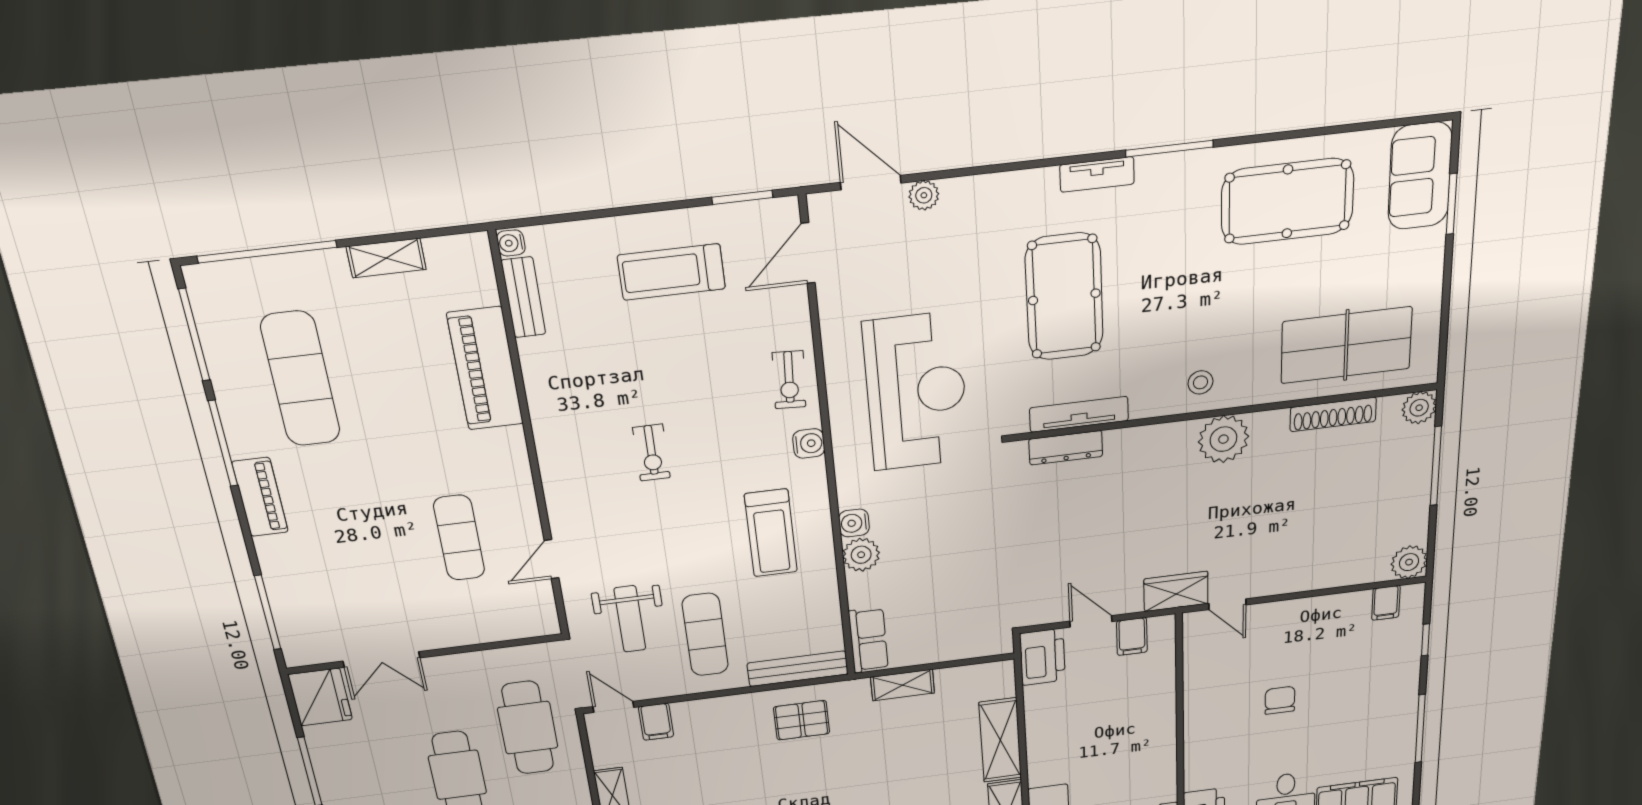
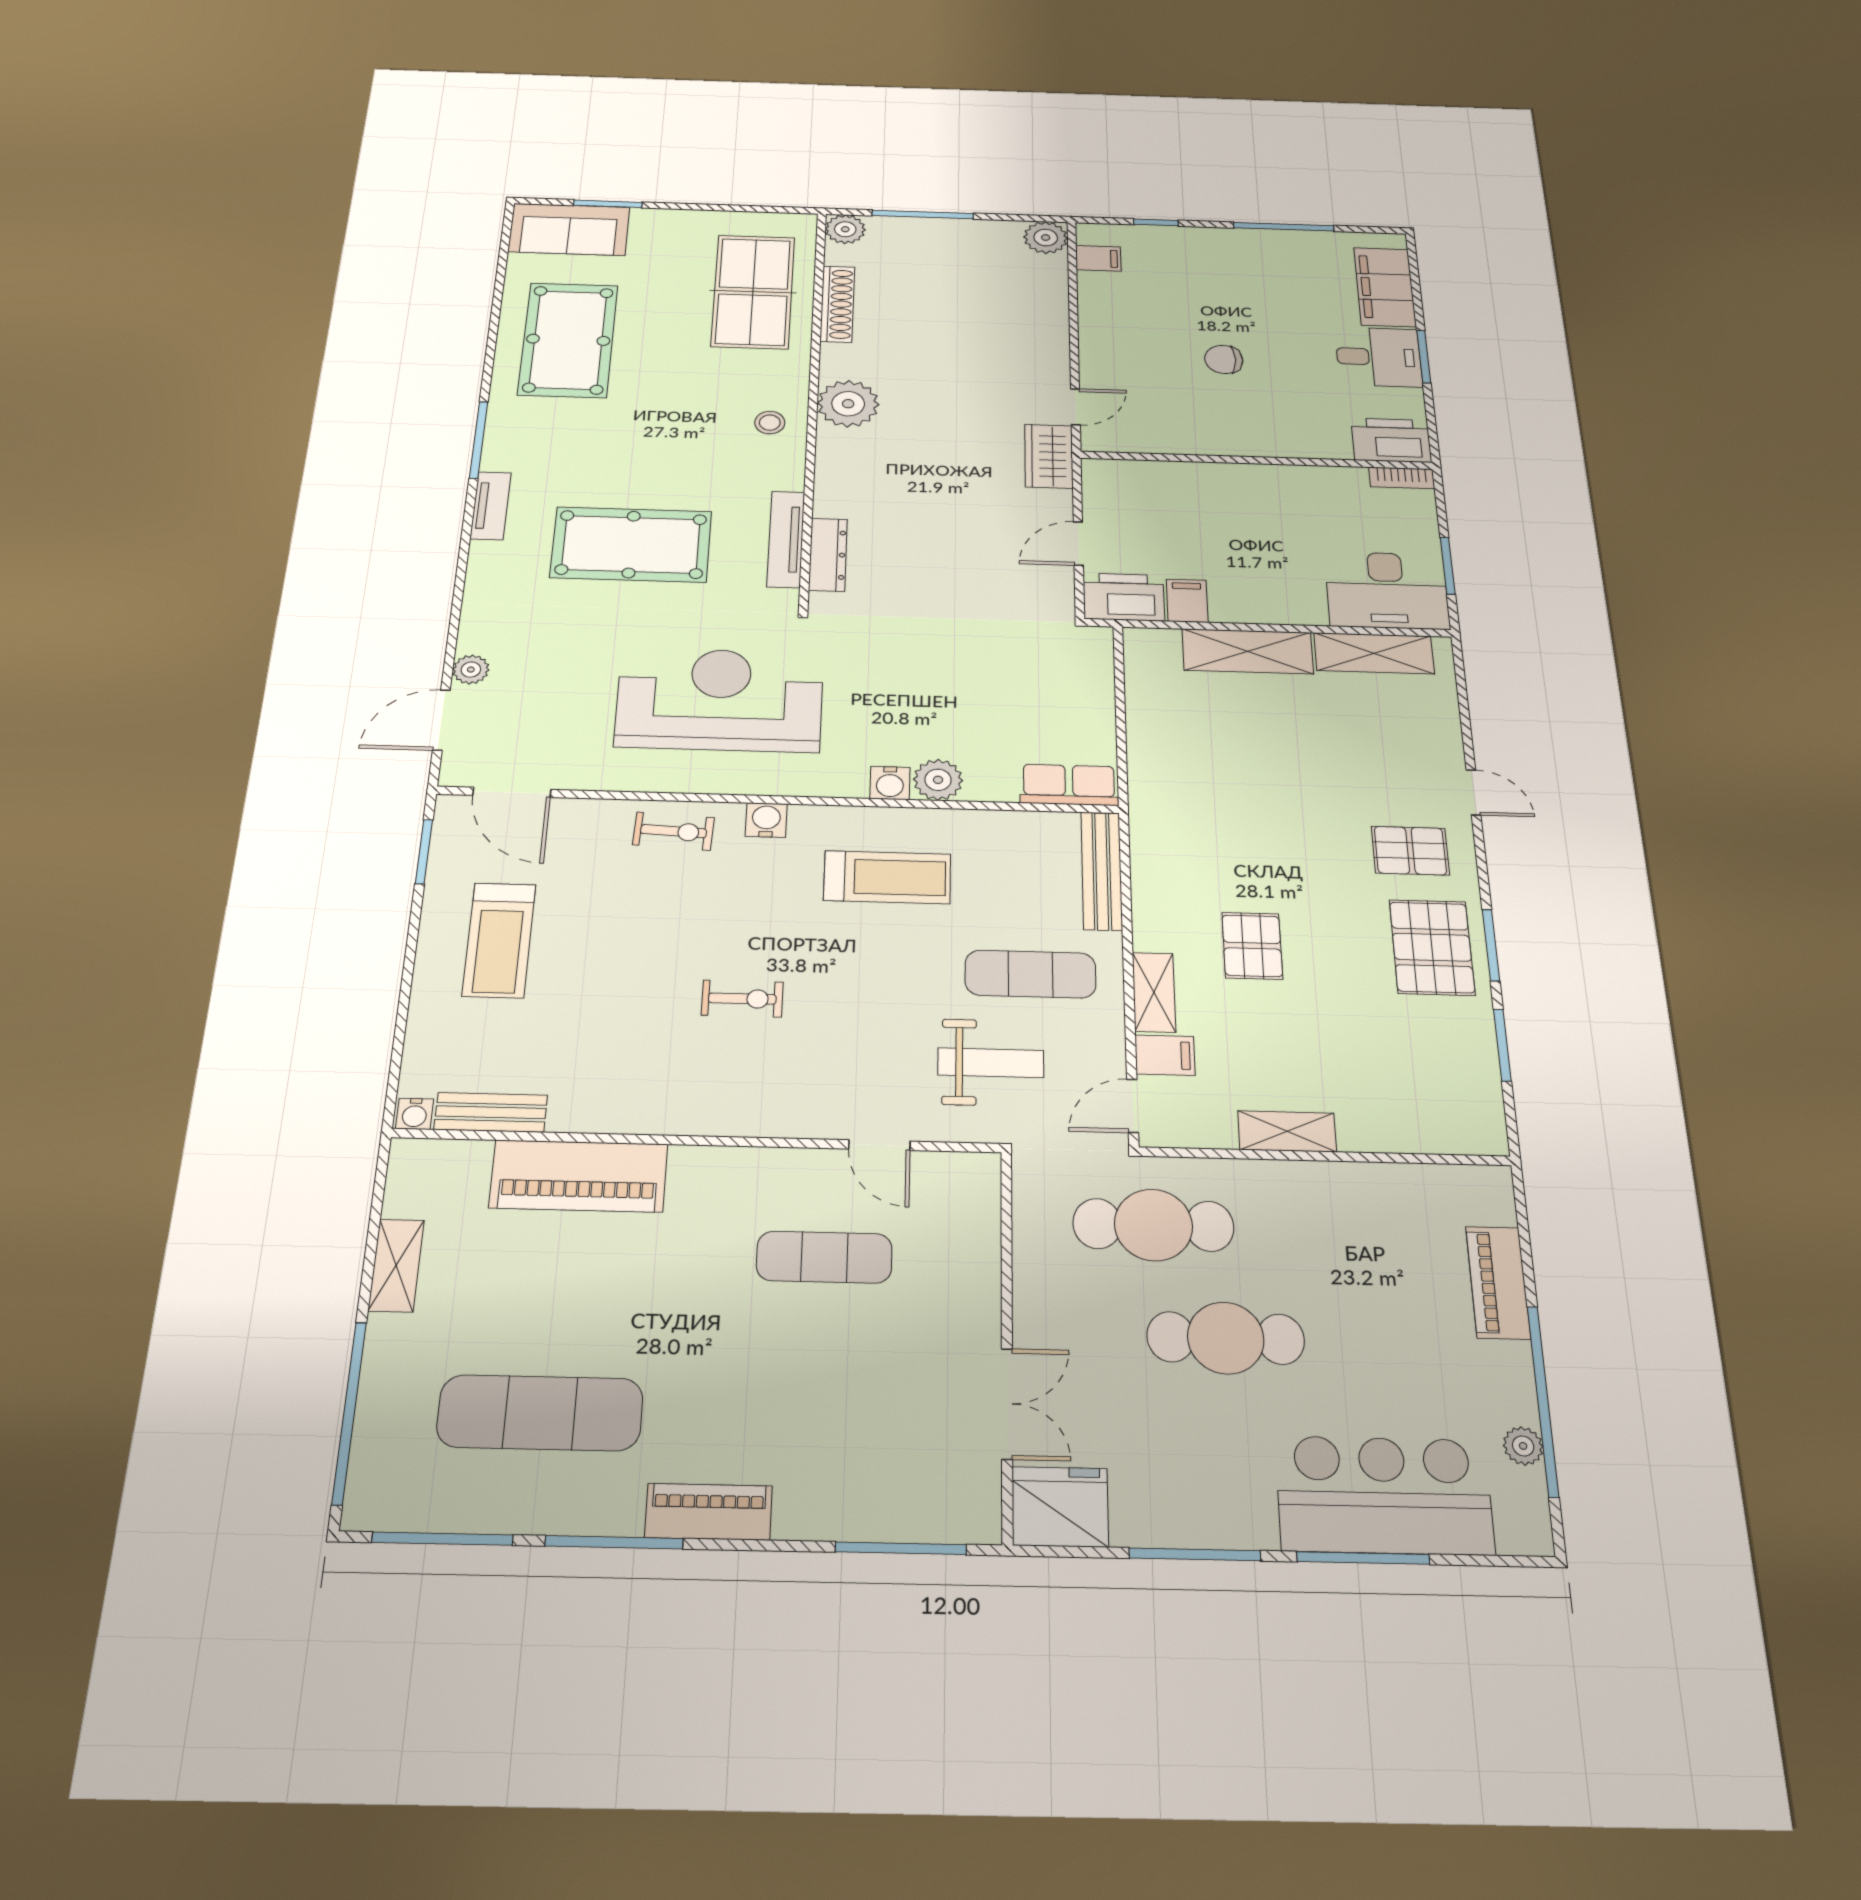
filing cabinet: (1132, 637) -> (1187, 601), moved, turned -90
shelving: (903, 685) -> (1154, 992), moved
pallet: (802, 720) -> (1252, 946), moved

